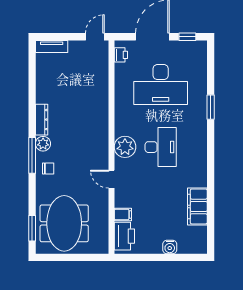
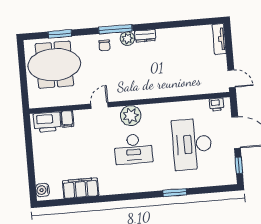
dresser: (42, 120) -> (145, 36), width x0.70
window: (32, 228) -> (60, 34), moved
water cooler: (170, 247) -> (43, 190), moved

